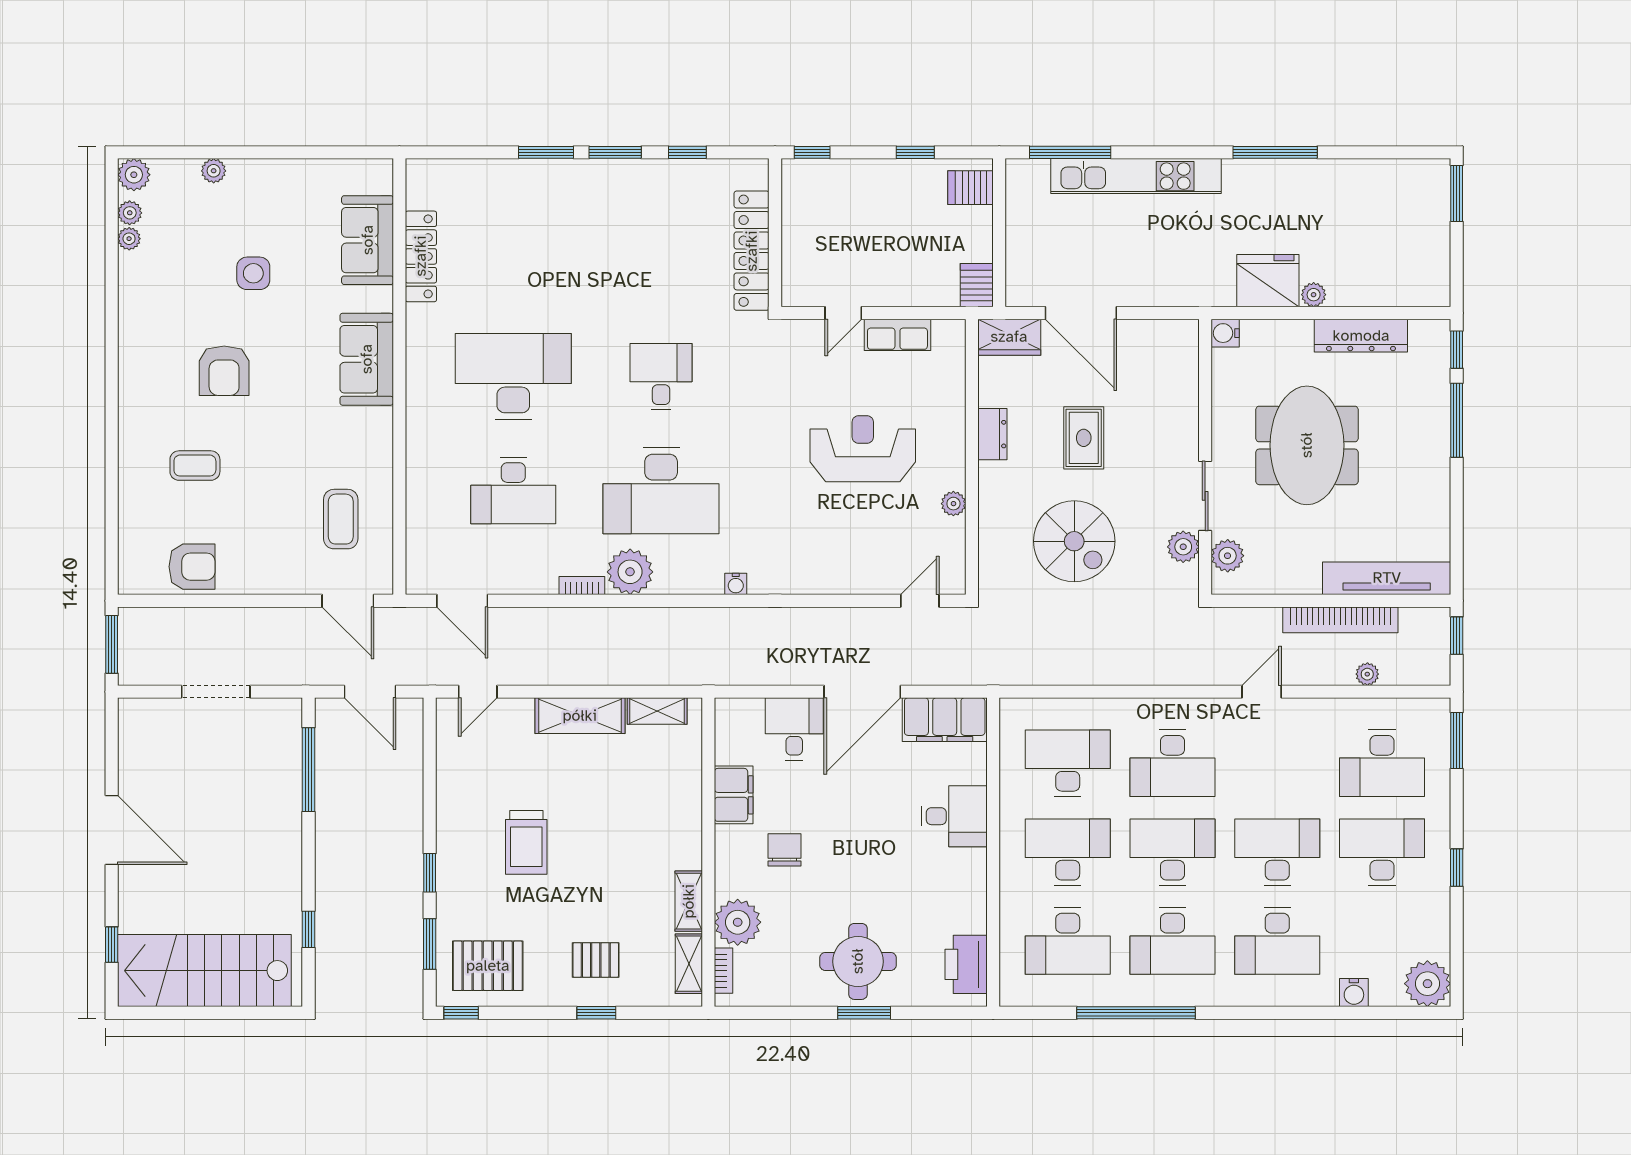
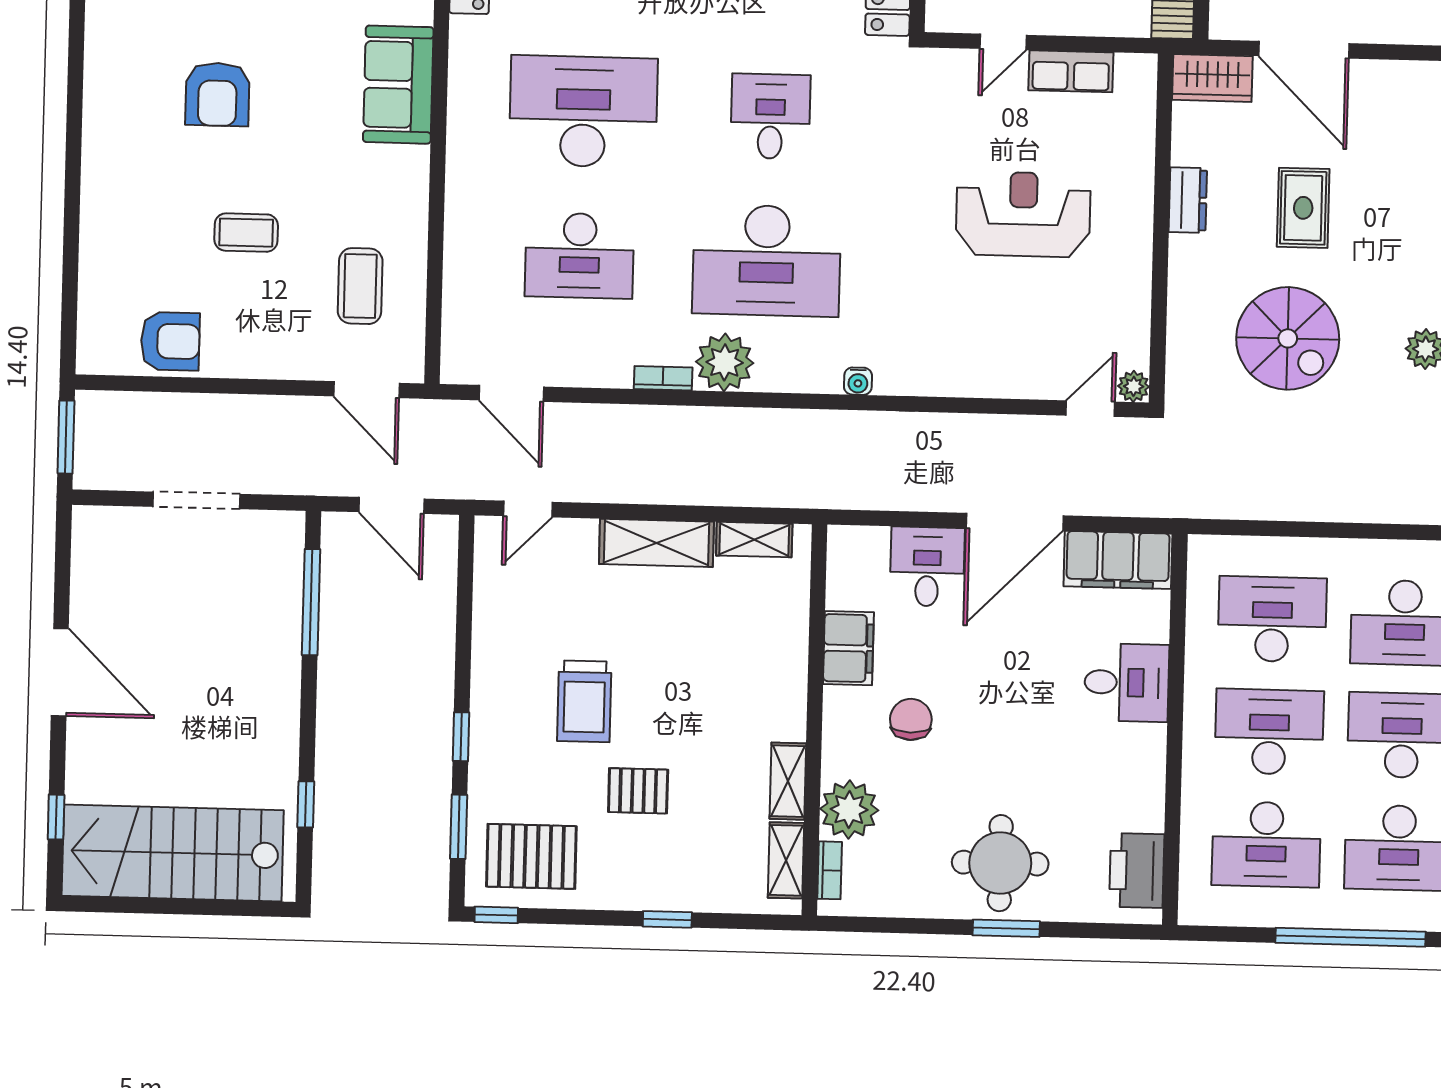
coffee table: (195, 466) -> (246, 233), moved
plant: (953, 504) -> (1134, 386), moved
pallet: (596, 960) -> (638, 791), moved

